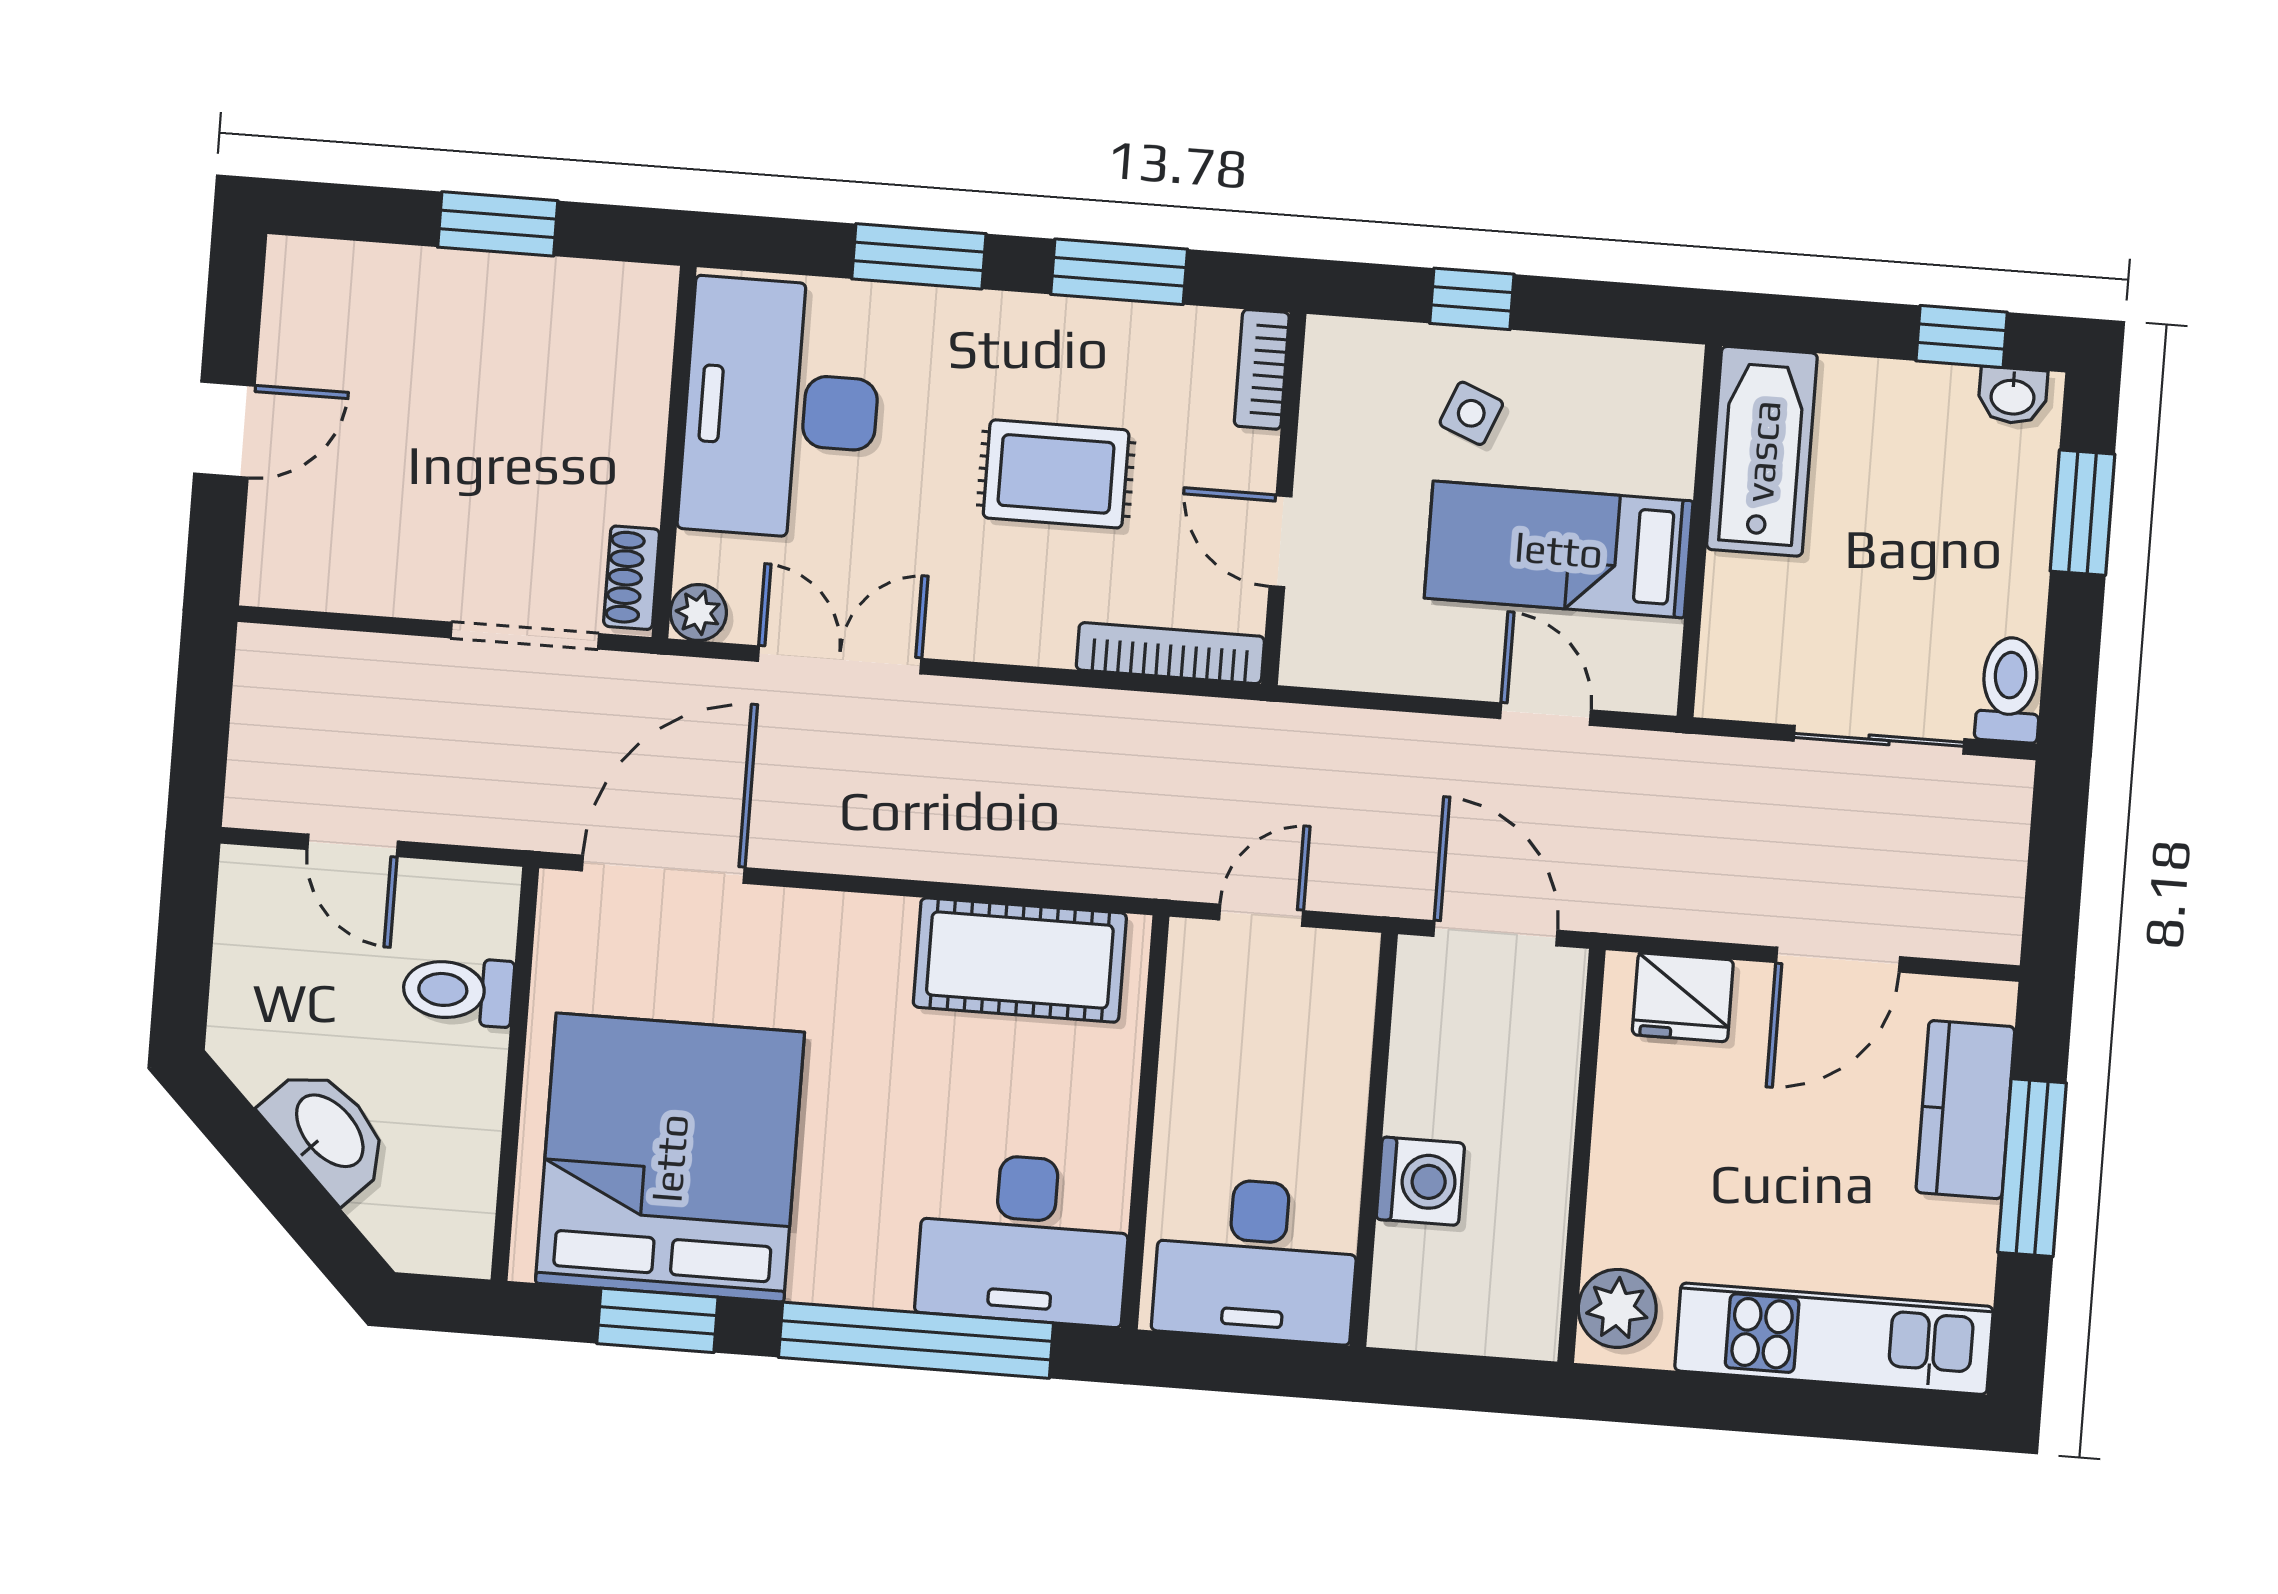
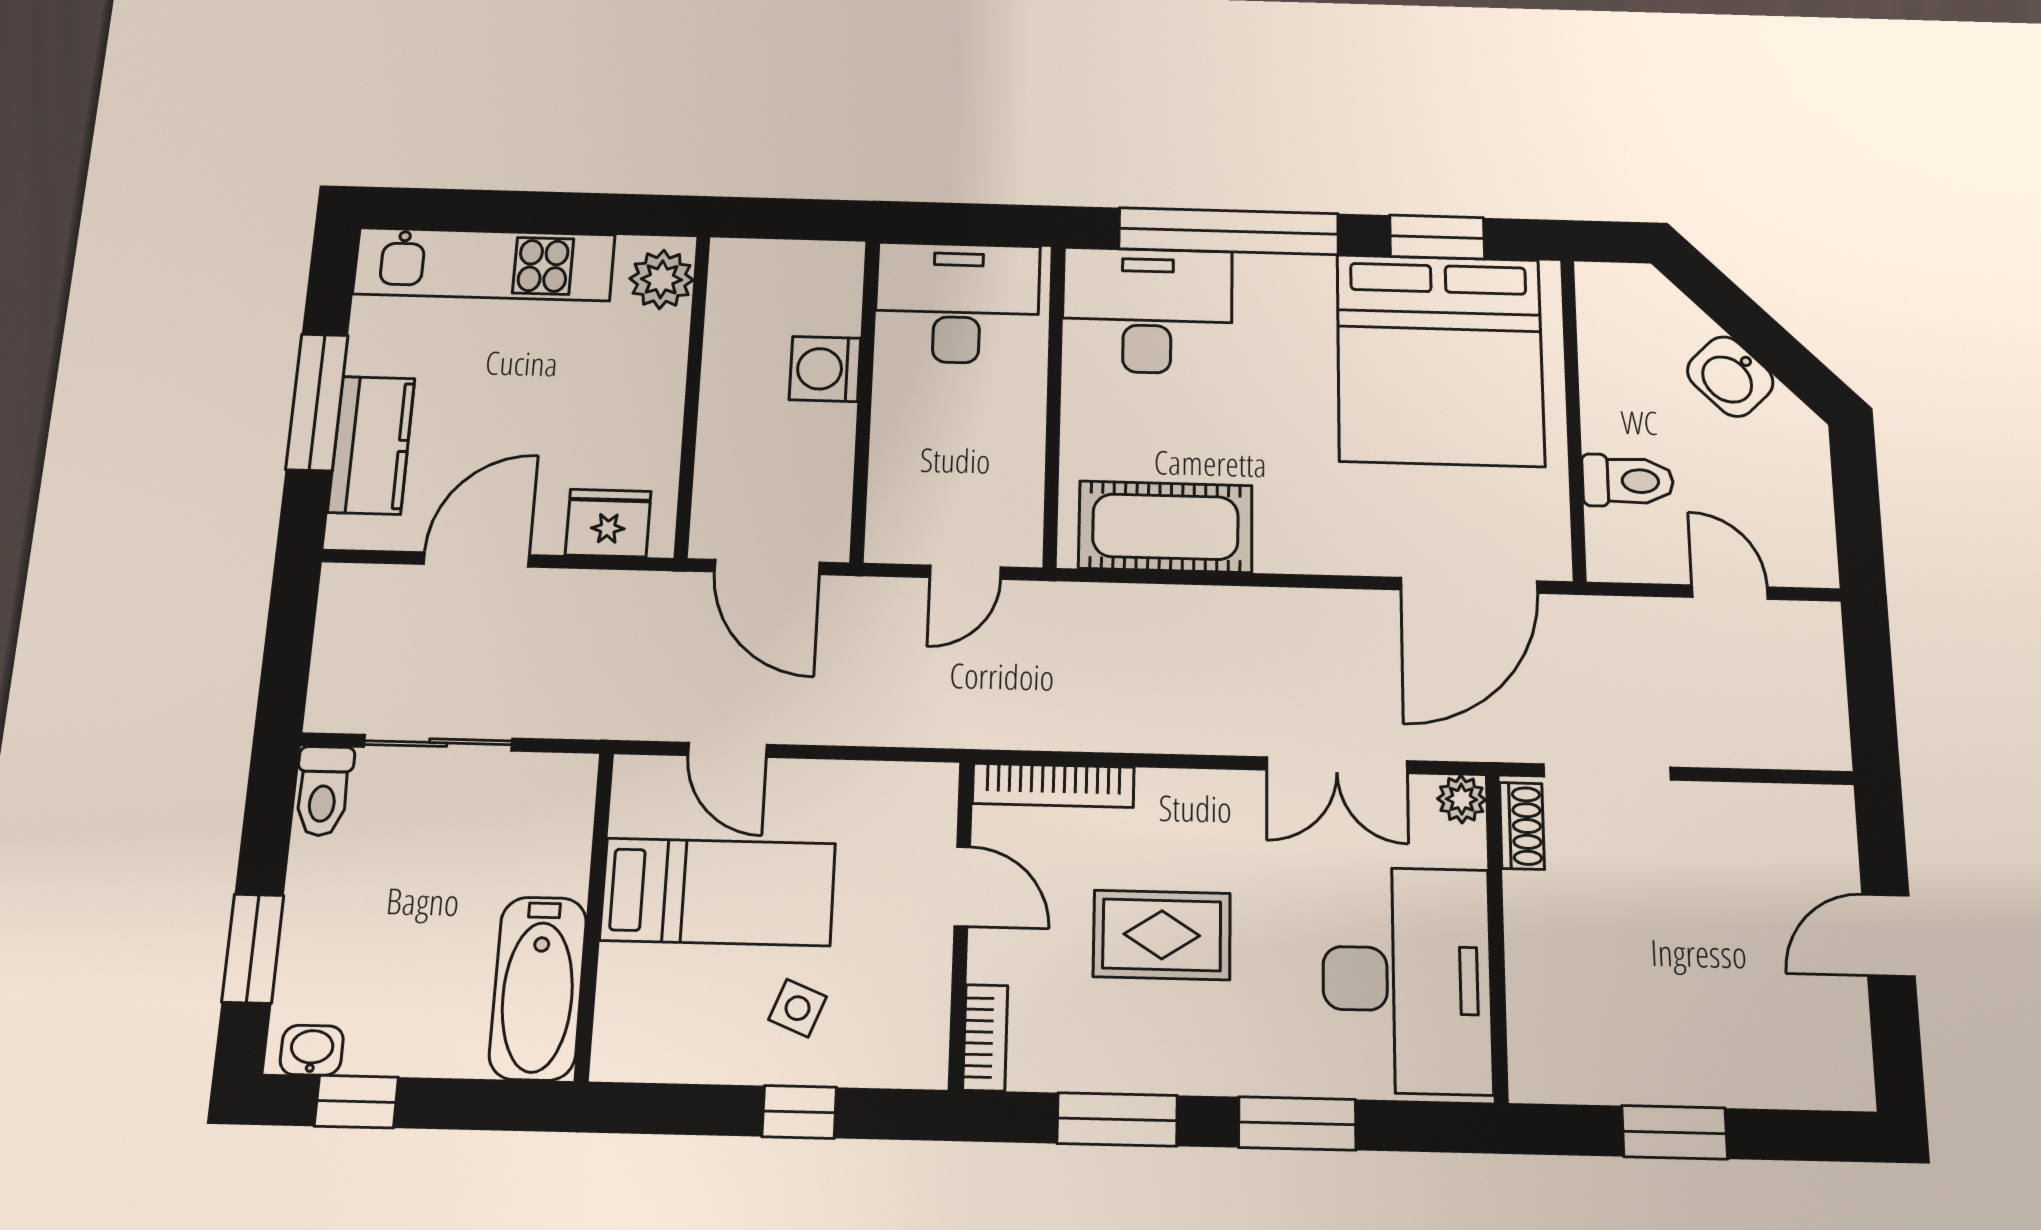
washbasin: (328, 1132) -> (1730, 377), width x0.72

